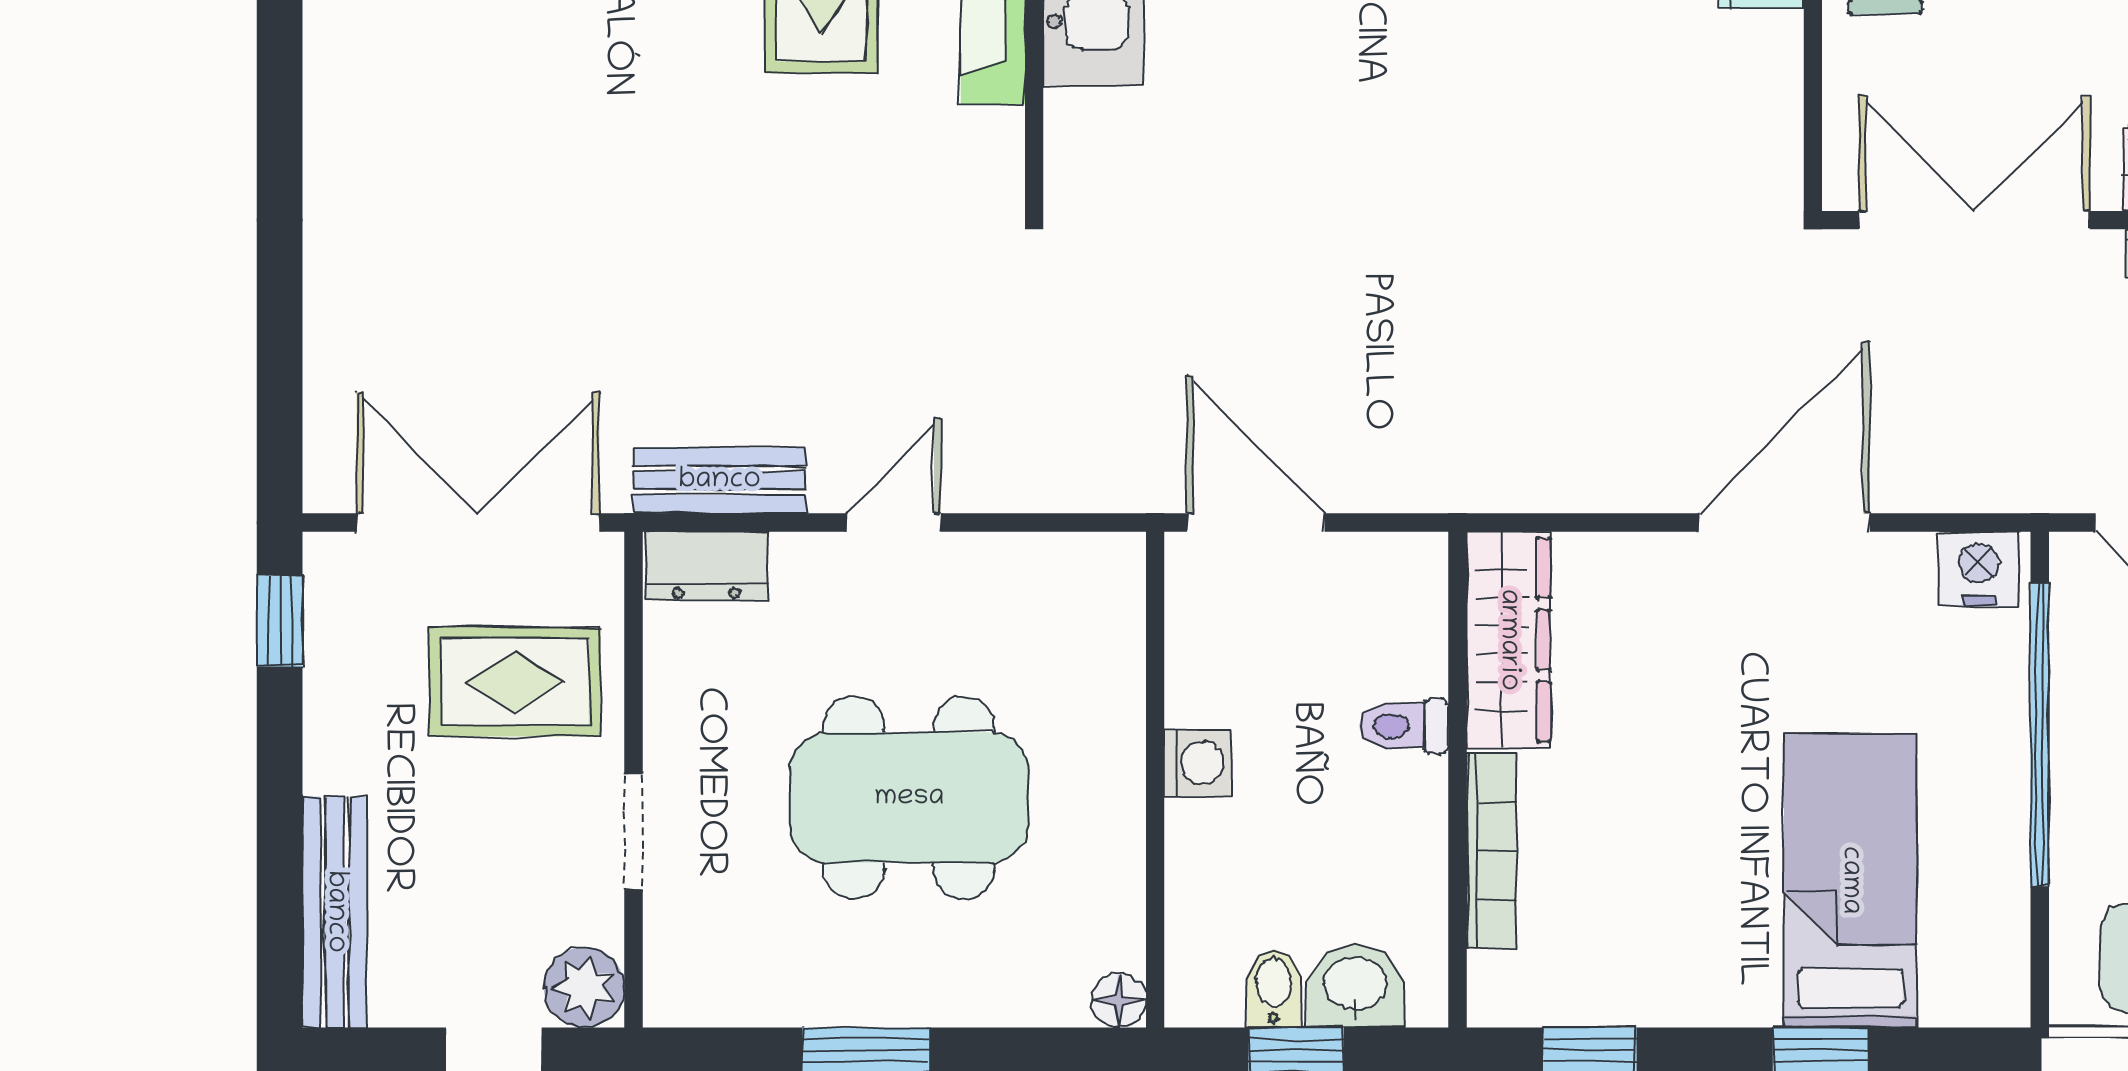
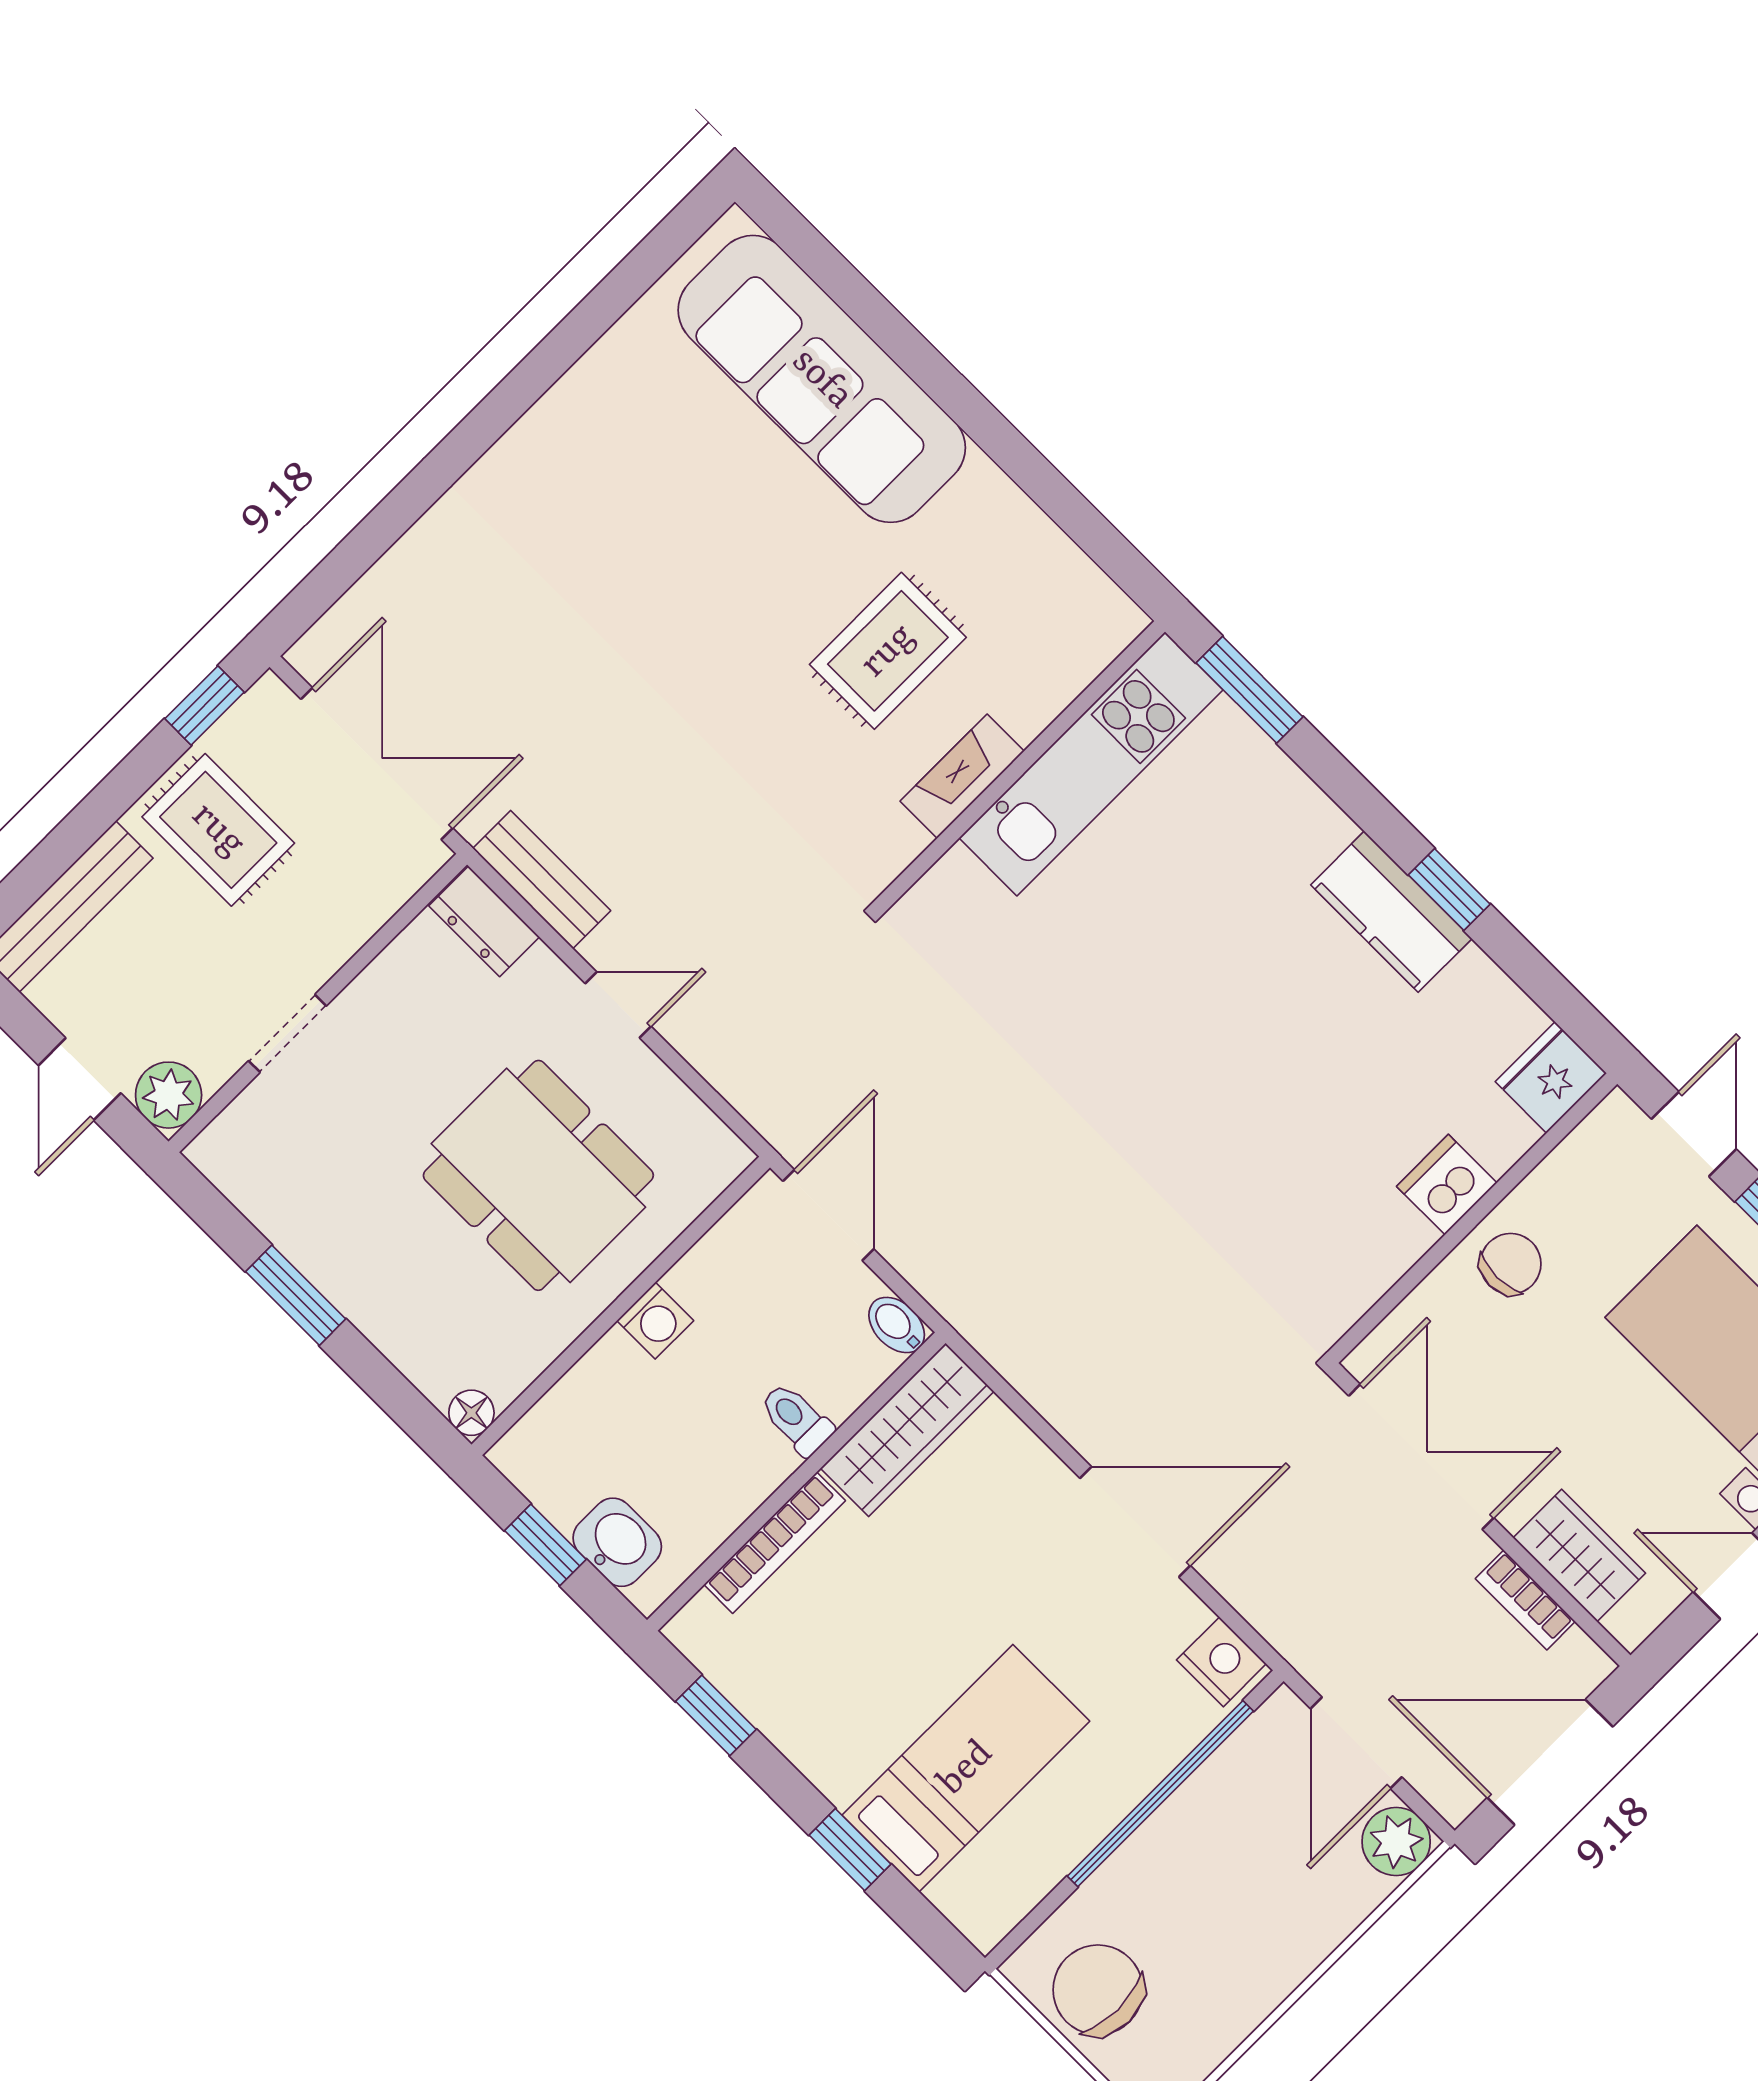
rug: (515, 682) -> (218, 830), moved
dining table: (909, 798) -> (538, 1175), moved
bidet: (1274, 988) -> (897, 1325), moved, turned -90

